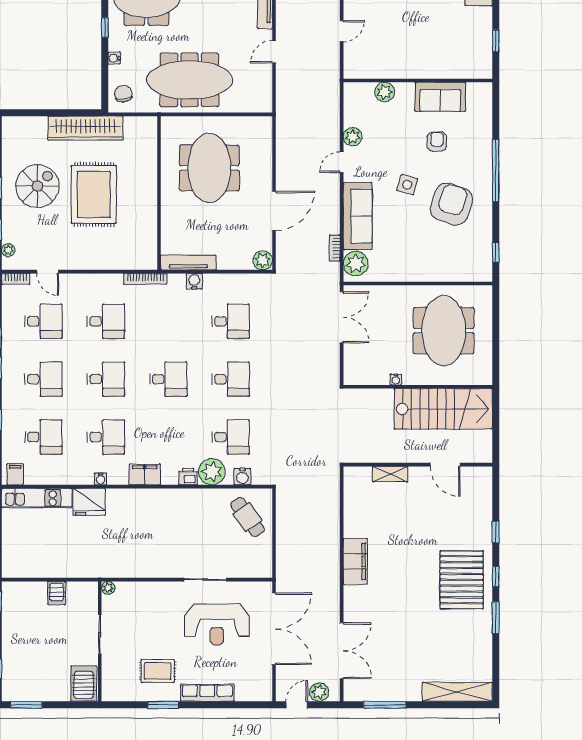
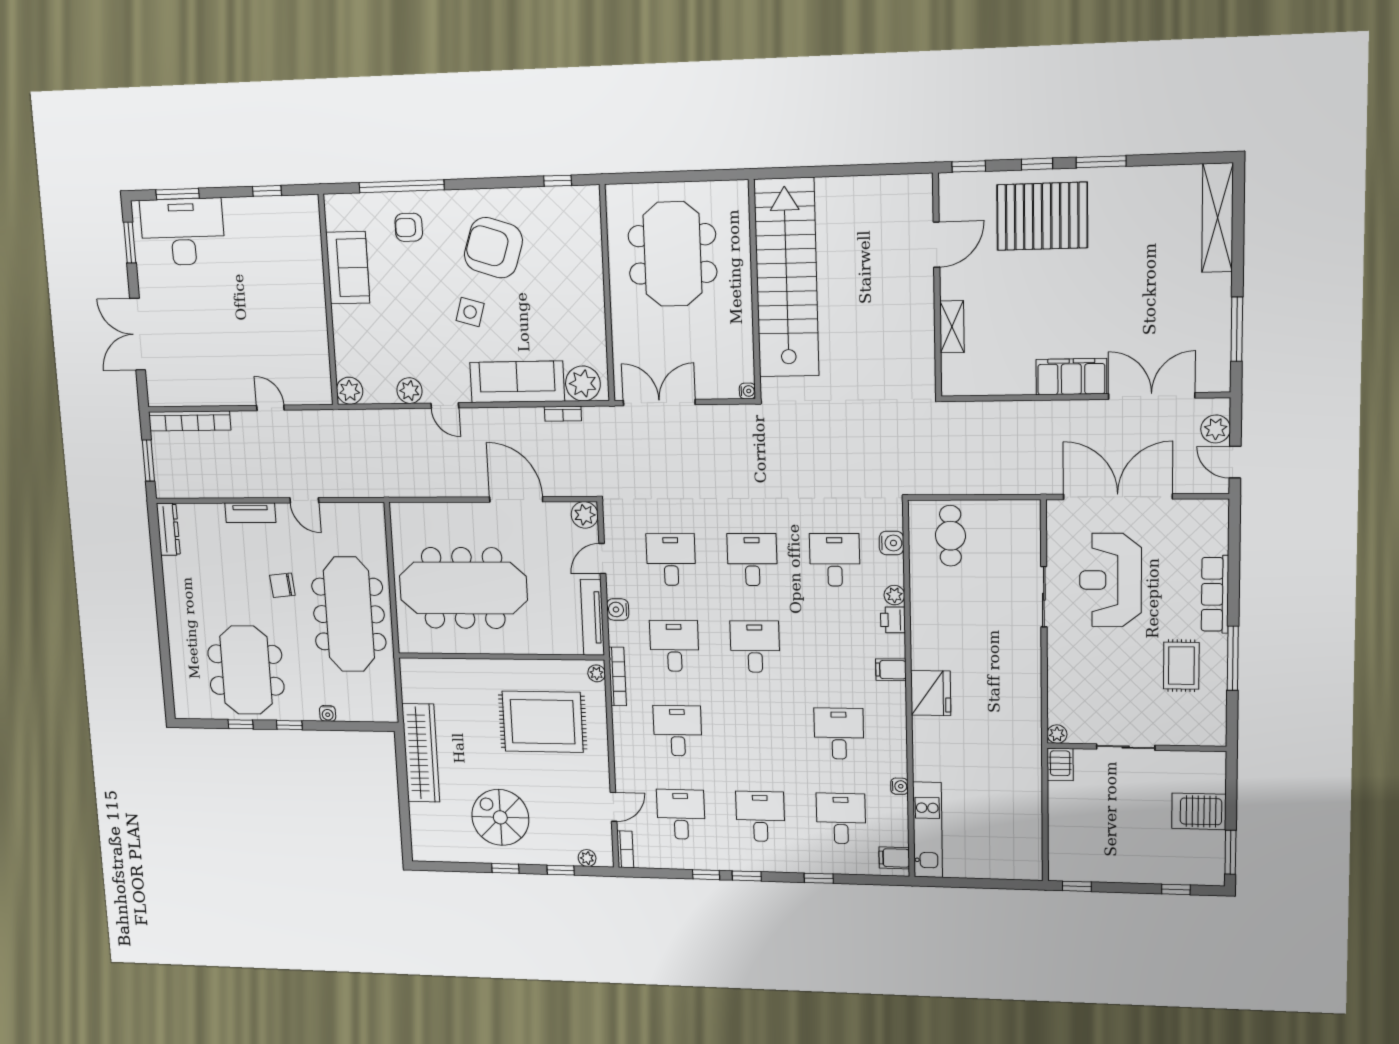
plant: (385, 92) -> (350, 391), moved
chair: (123, 94) -> (282, 585), moved
armchair: (437, 142) -> (409, 227), moved
meeting table: (209, 168) -> (463, 588), width x1.36
window: (496, 171) -> (402, 186), moved
rug: (94, 194) -> (543, 722), moved
plant: (147, 264) -> (597, 673), added
door: (231, 272) -> (602, 559), added
meeting table: (444, 331) -> (672, 254), turned 90
desk: (106, 379) -> (674, 646), moved
water cooler: (396, 380) -> (747, 391), moved
stairs: (443, 409) -> (787, 278), width x1.36
wall: (418, 465) -> (937, 286), moved
door: (445, 465) -> (936, 245), moved
plant: (212, 472) -> (894, 595), width x0.53, depth x0.53
filing cabinet: (145, 474) -> (891, 670), width x0.50
shelving: (390, 474) -> (952, 327), moved
water cooler: (101, 479) -> (899, 786), moved
fridge: (89, 502) -> (931, 693), moved
cafe table: (247, 517) -> (950, 536), turned -54
filing cabinet: (355, 561) -> (1071, 377), moved
server rack: (57, 593) -> (1060, 764), moved, turned 90
reception desk: (217, 624) -> (1110, 580), turned 180
server rack: (84, 684) -> (1199, 811), moved
window: (163, 705) -> (1233, 658), width x1.44

